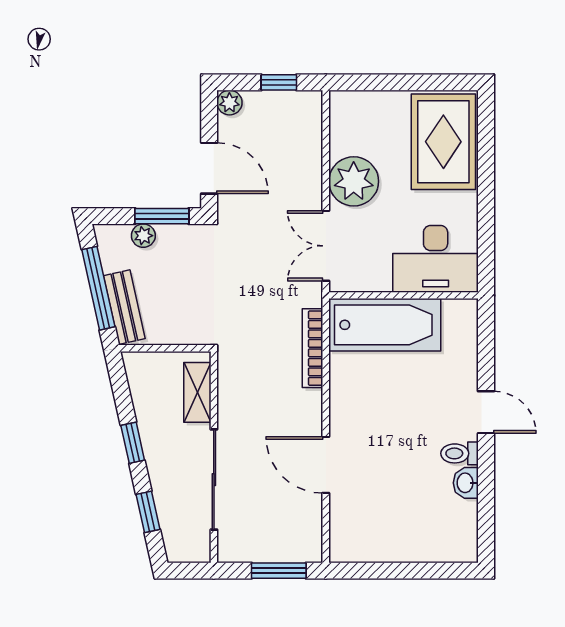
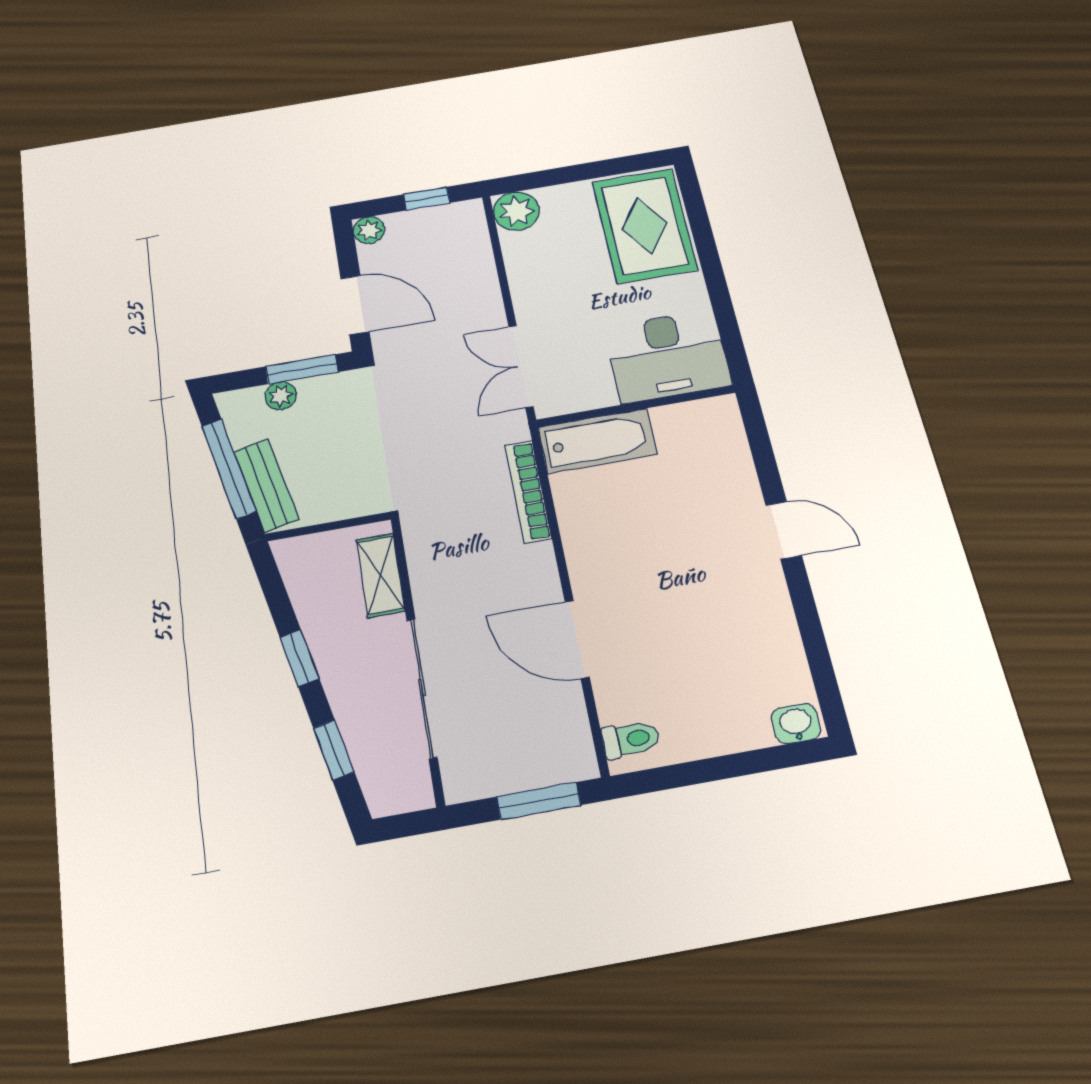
plant: (354, 181) -> (516, 211), moved, width x0.73, depth x0.73
bathtub: (385, 325) -> (597, 441), width x0.73, depth x0.73
toilet: (460, 453) -> (631, 739), moved, turned 180
washbasin: (466, 483) -> (796, 724), moved, turned 90

